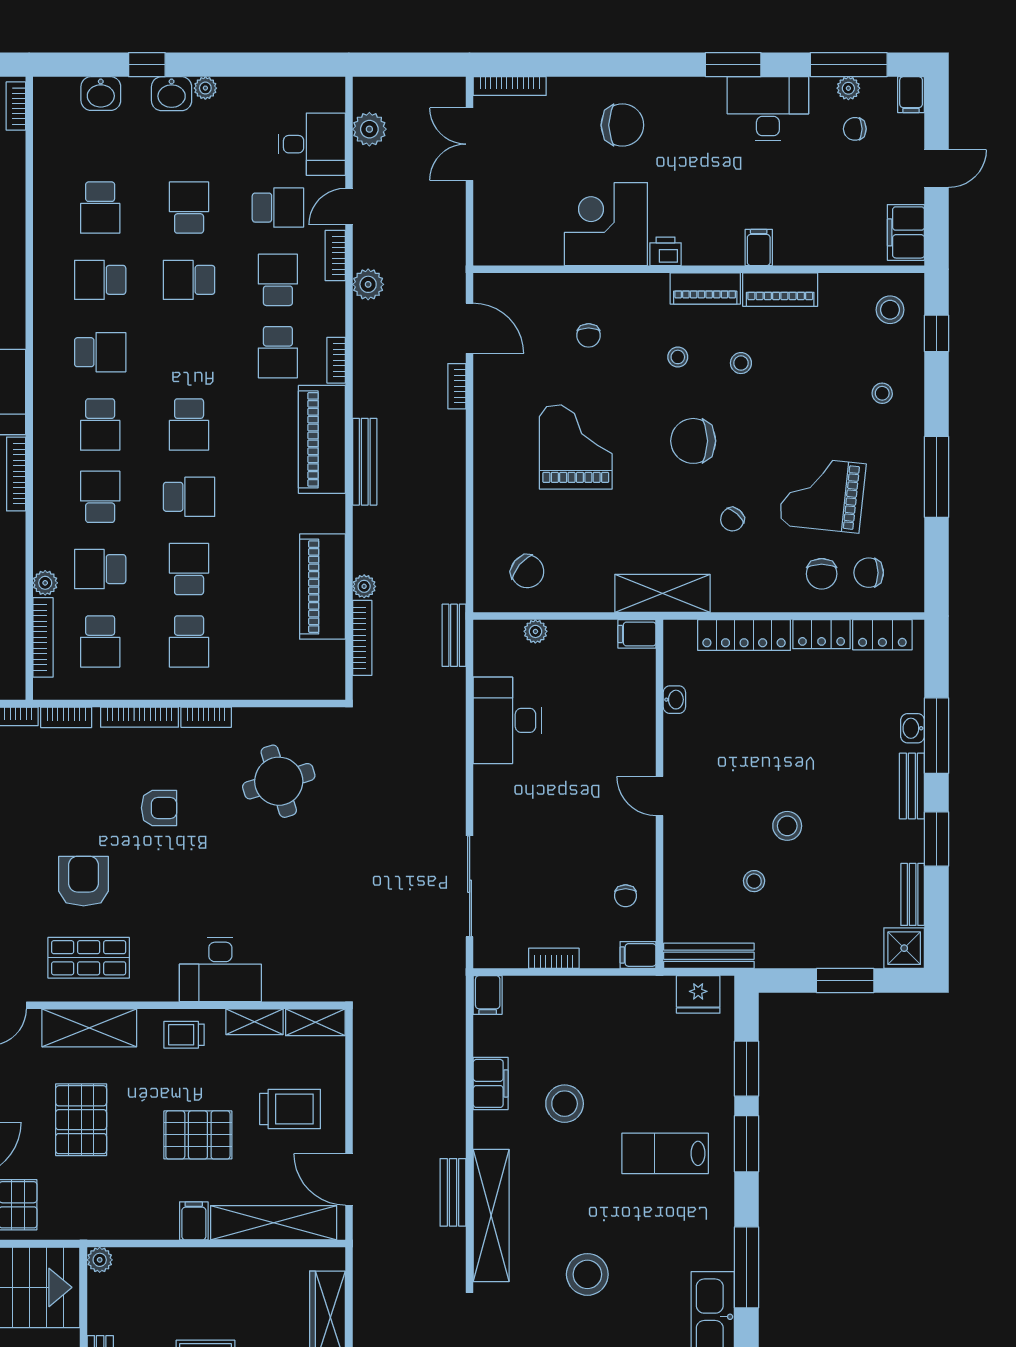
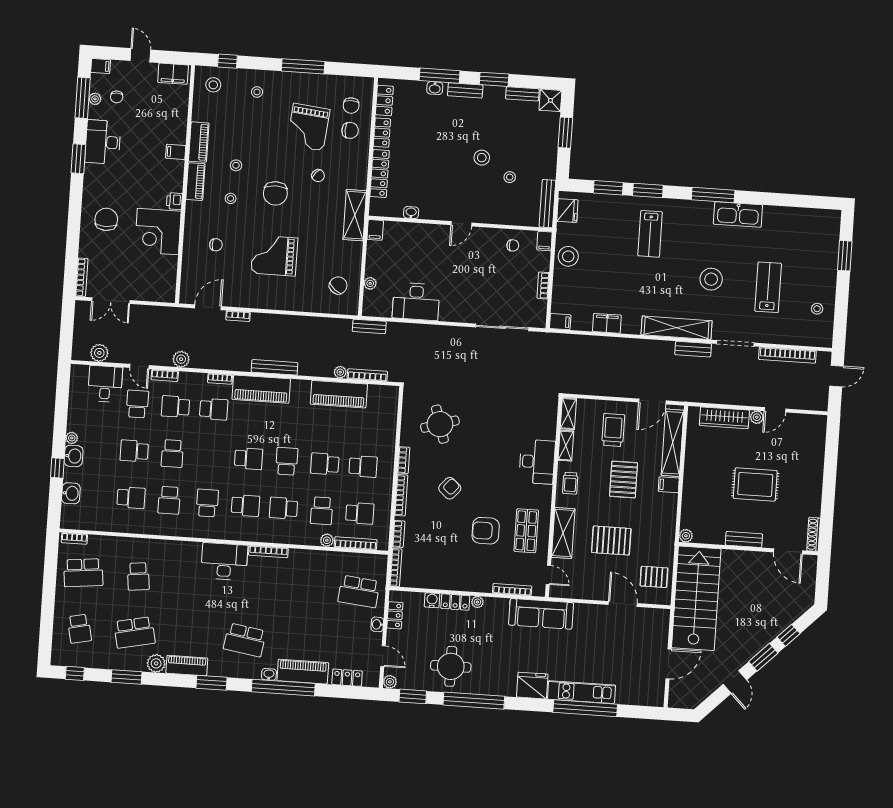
armchair: (159, 808) -> (450, 488), turned 41
stool: (565, 1104) -> (568, 256), moved
bench: (453, 1192) -> (693, 349), moved

